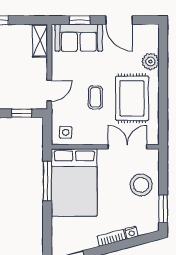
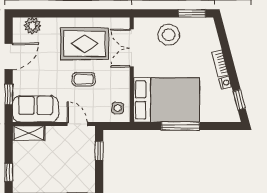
sofa: (79, 38) -> (35, 109), moved, turned -90
plant: (151, 62) -> (33, 26), moved
window: (47, 181) -> (180, 126), moved
nightstand: (131, 233) -> (225, 83), moved

